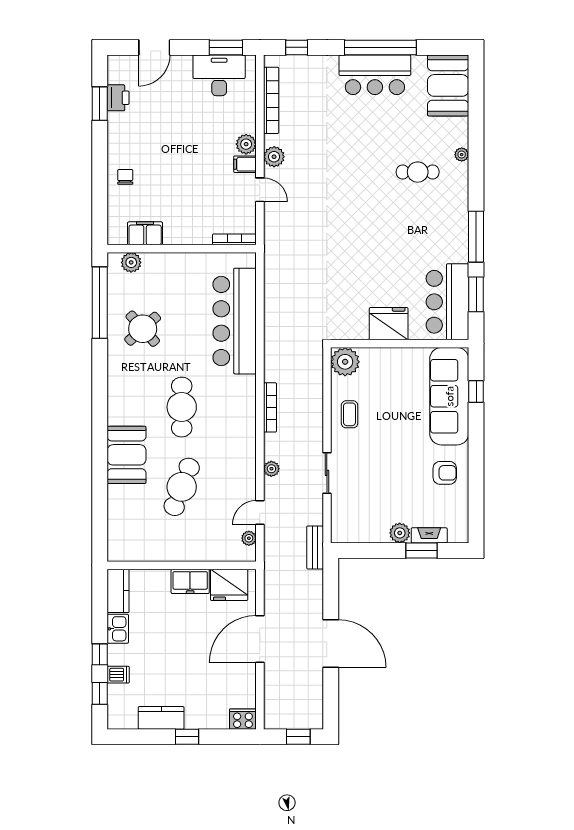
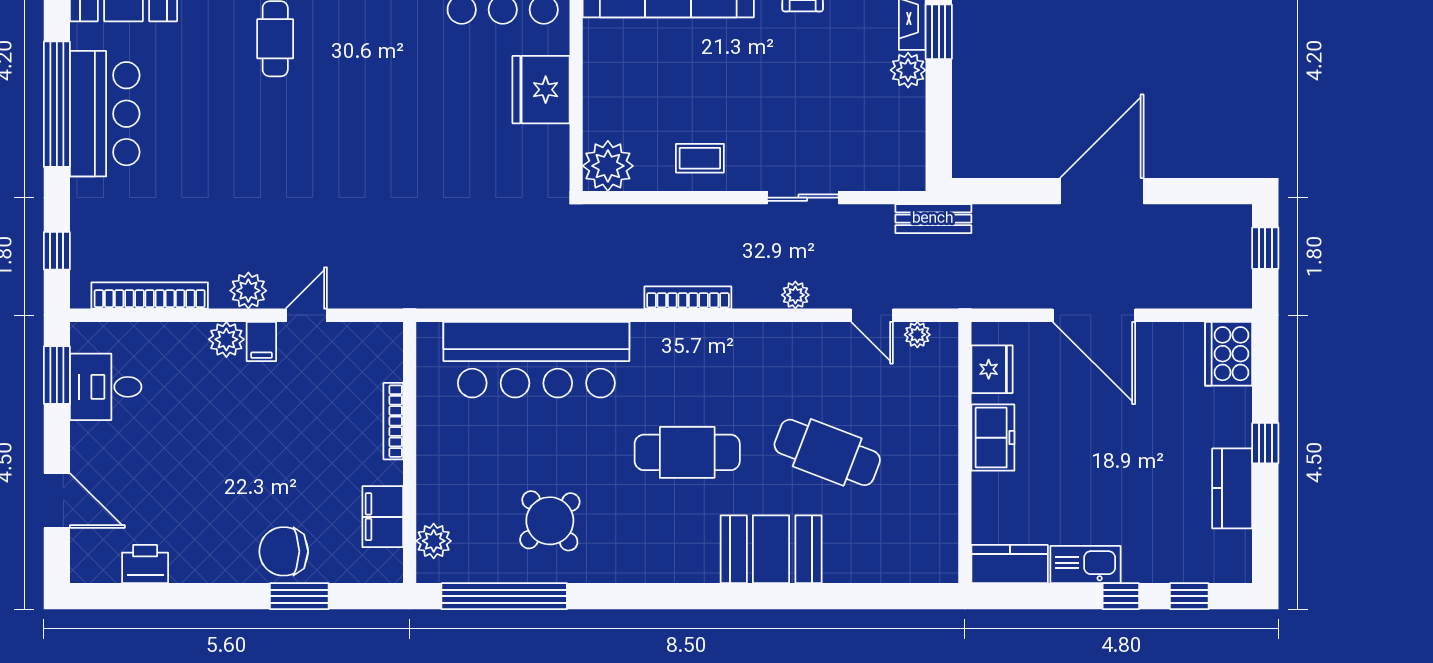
desk: (219, 75) -> (106, 387), width x0.73
window: (100, 104) -> (299, 596), moved
chair: (125, 177) -> (284, 551), width x1.87, depth x1.87
bookcase: (234, 239) -> (393, 421), moved
fridge: (229, 585) -> (992, 369), width x0.73, depth x0.75
kitchen sink: (118, 629) -> (1086, 565), width x1.38
dishwasher: (118, 675) -> (1156, 564), removed
cooker: (243, 719) -> (1229, 354), width x1.37, depth x1.31

